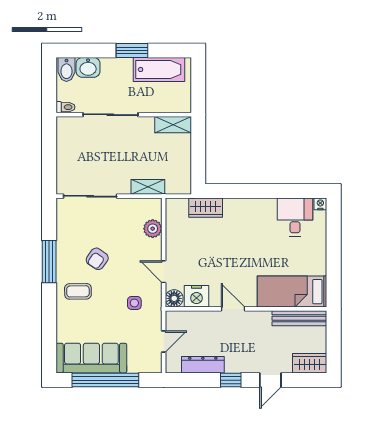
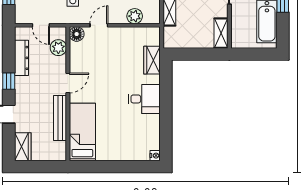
desk: (295, 217) -> (144, 99), moved
nightstand: (196, 296) -> (78, 53), removed
bench: (299, 318) -> (60, 118), moved
plant: (190, 320) -> (58, 48), added

